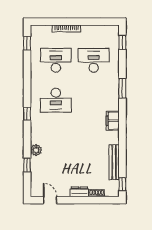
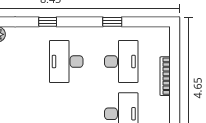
window: (27, 43) -> (112, 22), moved

